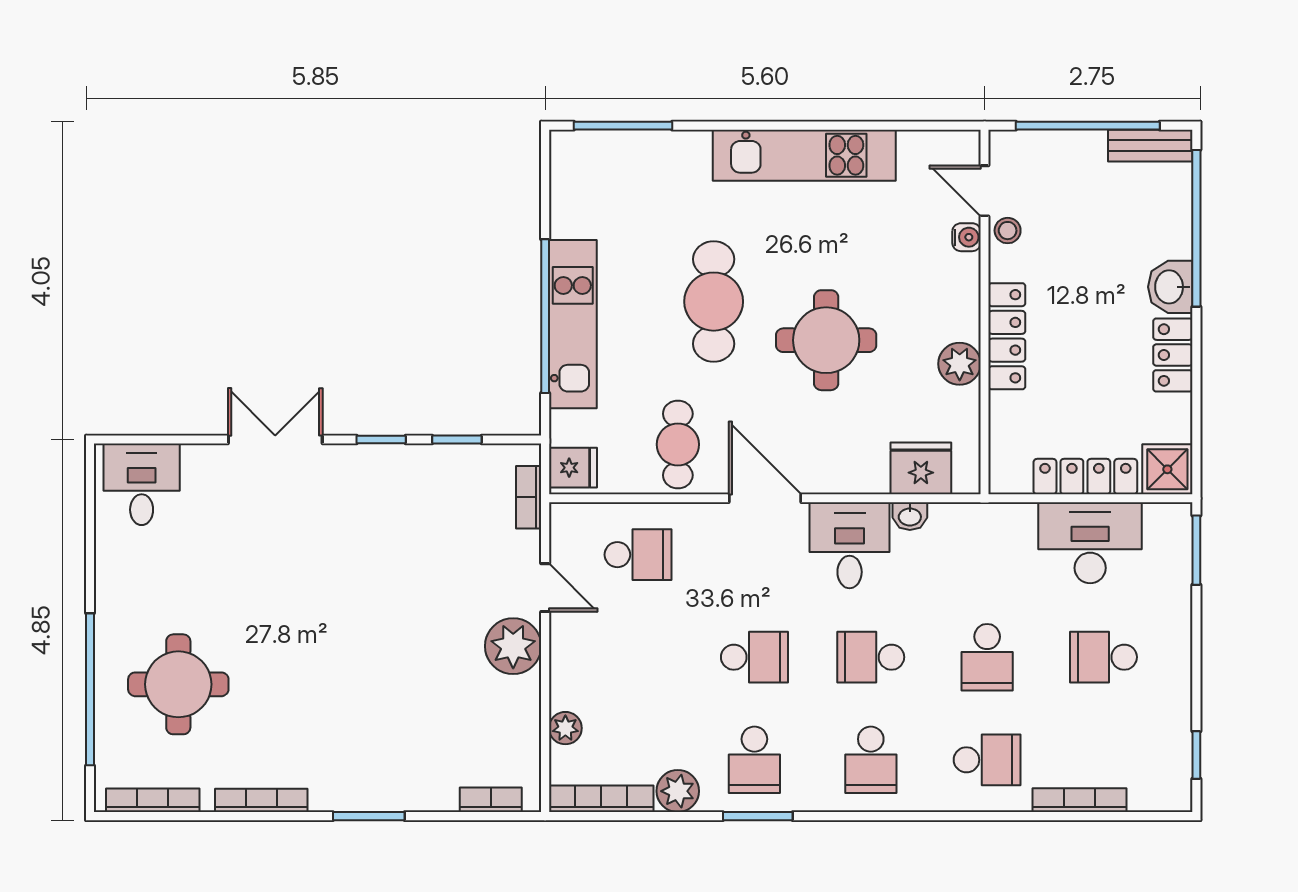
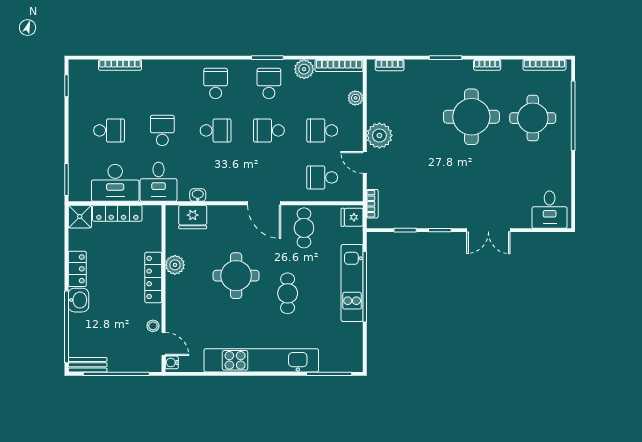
kitchen unit: (804, 155) -> (261, 360), width x1.36
water cooler: (967, 237) -> (172, 362), moved
cafe table: (714, 302) -> (288, 293), width x0.73, depth x0.74
desk: (850, 545) -> (159, 182), moved
round table: (312, 687) -> (471, 117), added
school desk: (987, 760) -> (322, 130), moved
bookcase: (261, 800) -> (487, 65), width x0.64

